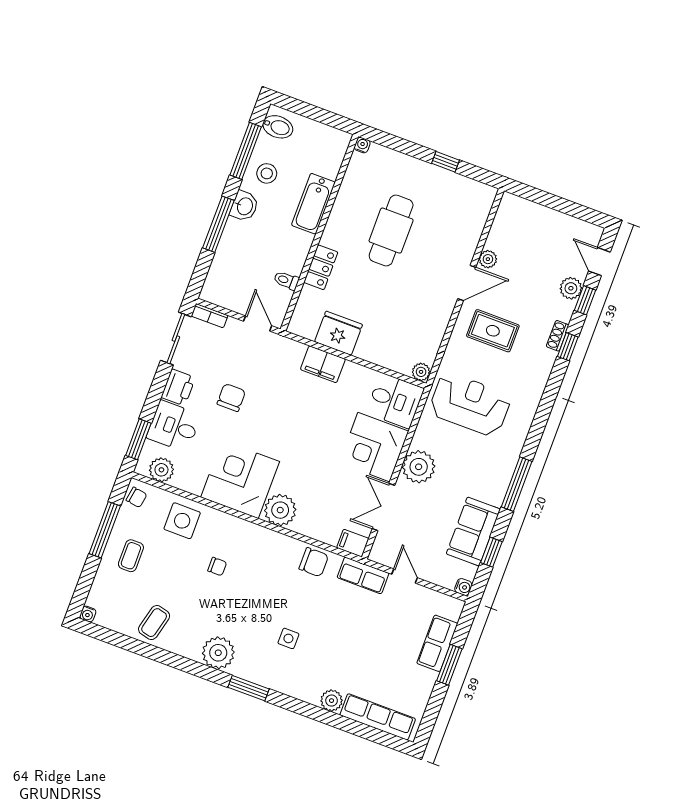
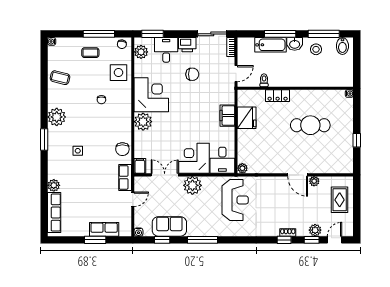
bathtub: (313, 204) -> (270, 45), moved, turned 180
rug: (493, 331) -> (340, 200), moved

